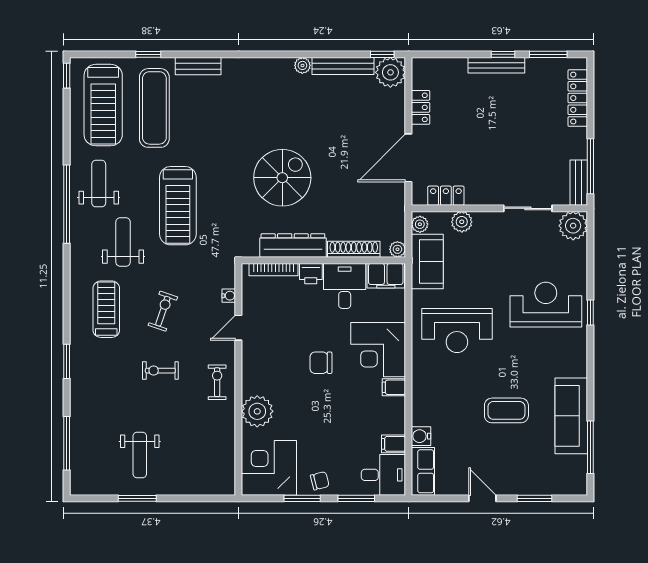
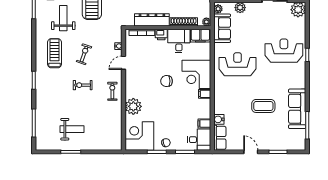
reception desk: (457, 331) -> (238, 64), turned 180
weight bench: (140, 455) -> (72, 129), turned -90

